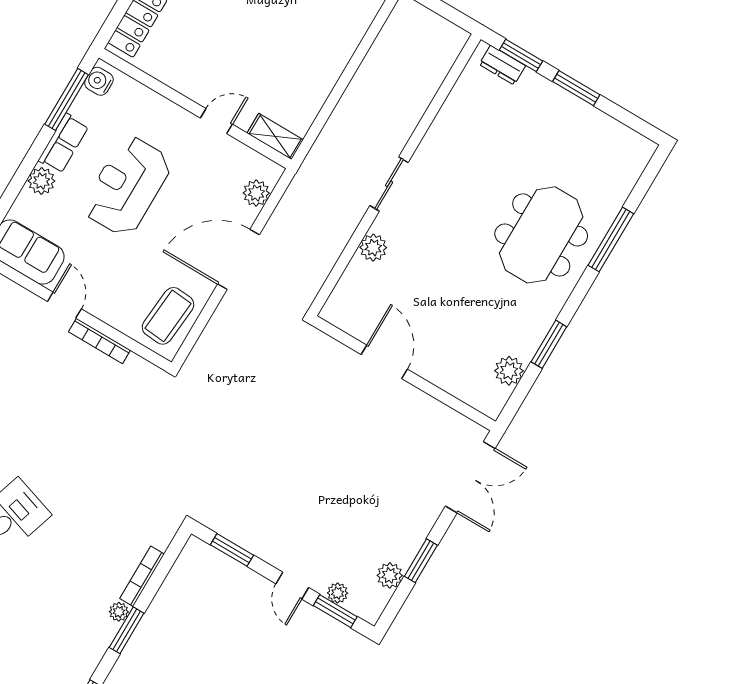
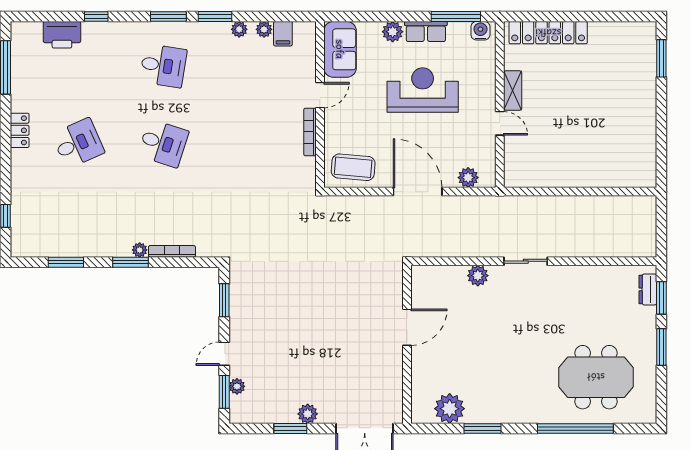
shelving: (275, 136) -> (513, 91), moved
meeting table: (541, 235) -> (596, 377), moved
window: (611, 239) -> (575, 429), width x1.46
plant: (509, 371) -> (450, 409), width x1.36, depth x1.36
plant: (390, 575) -> (308, 414), moved

